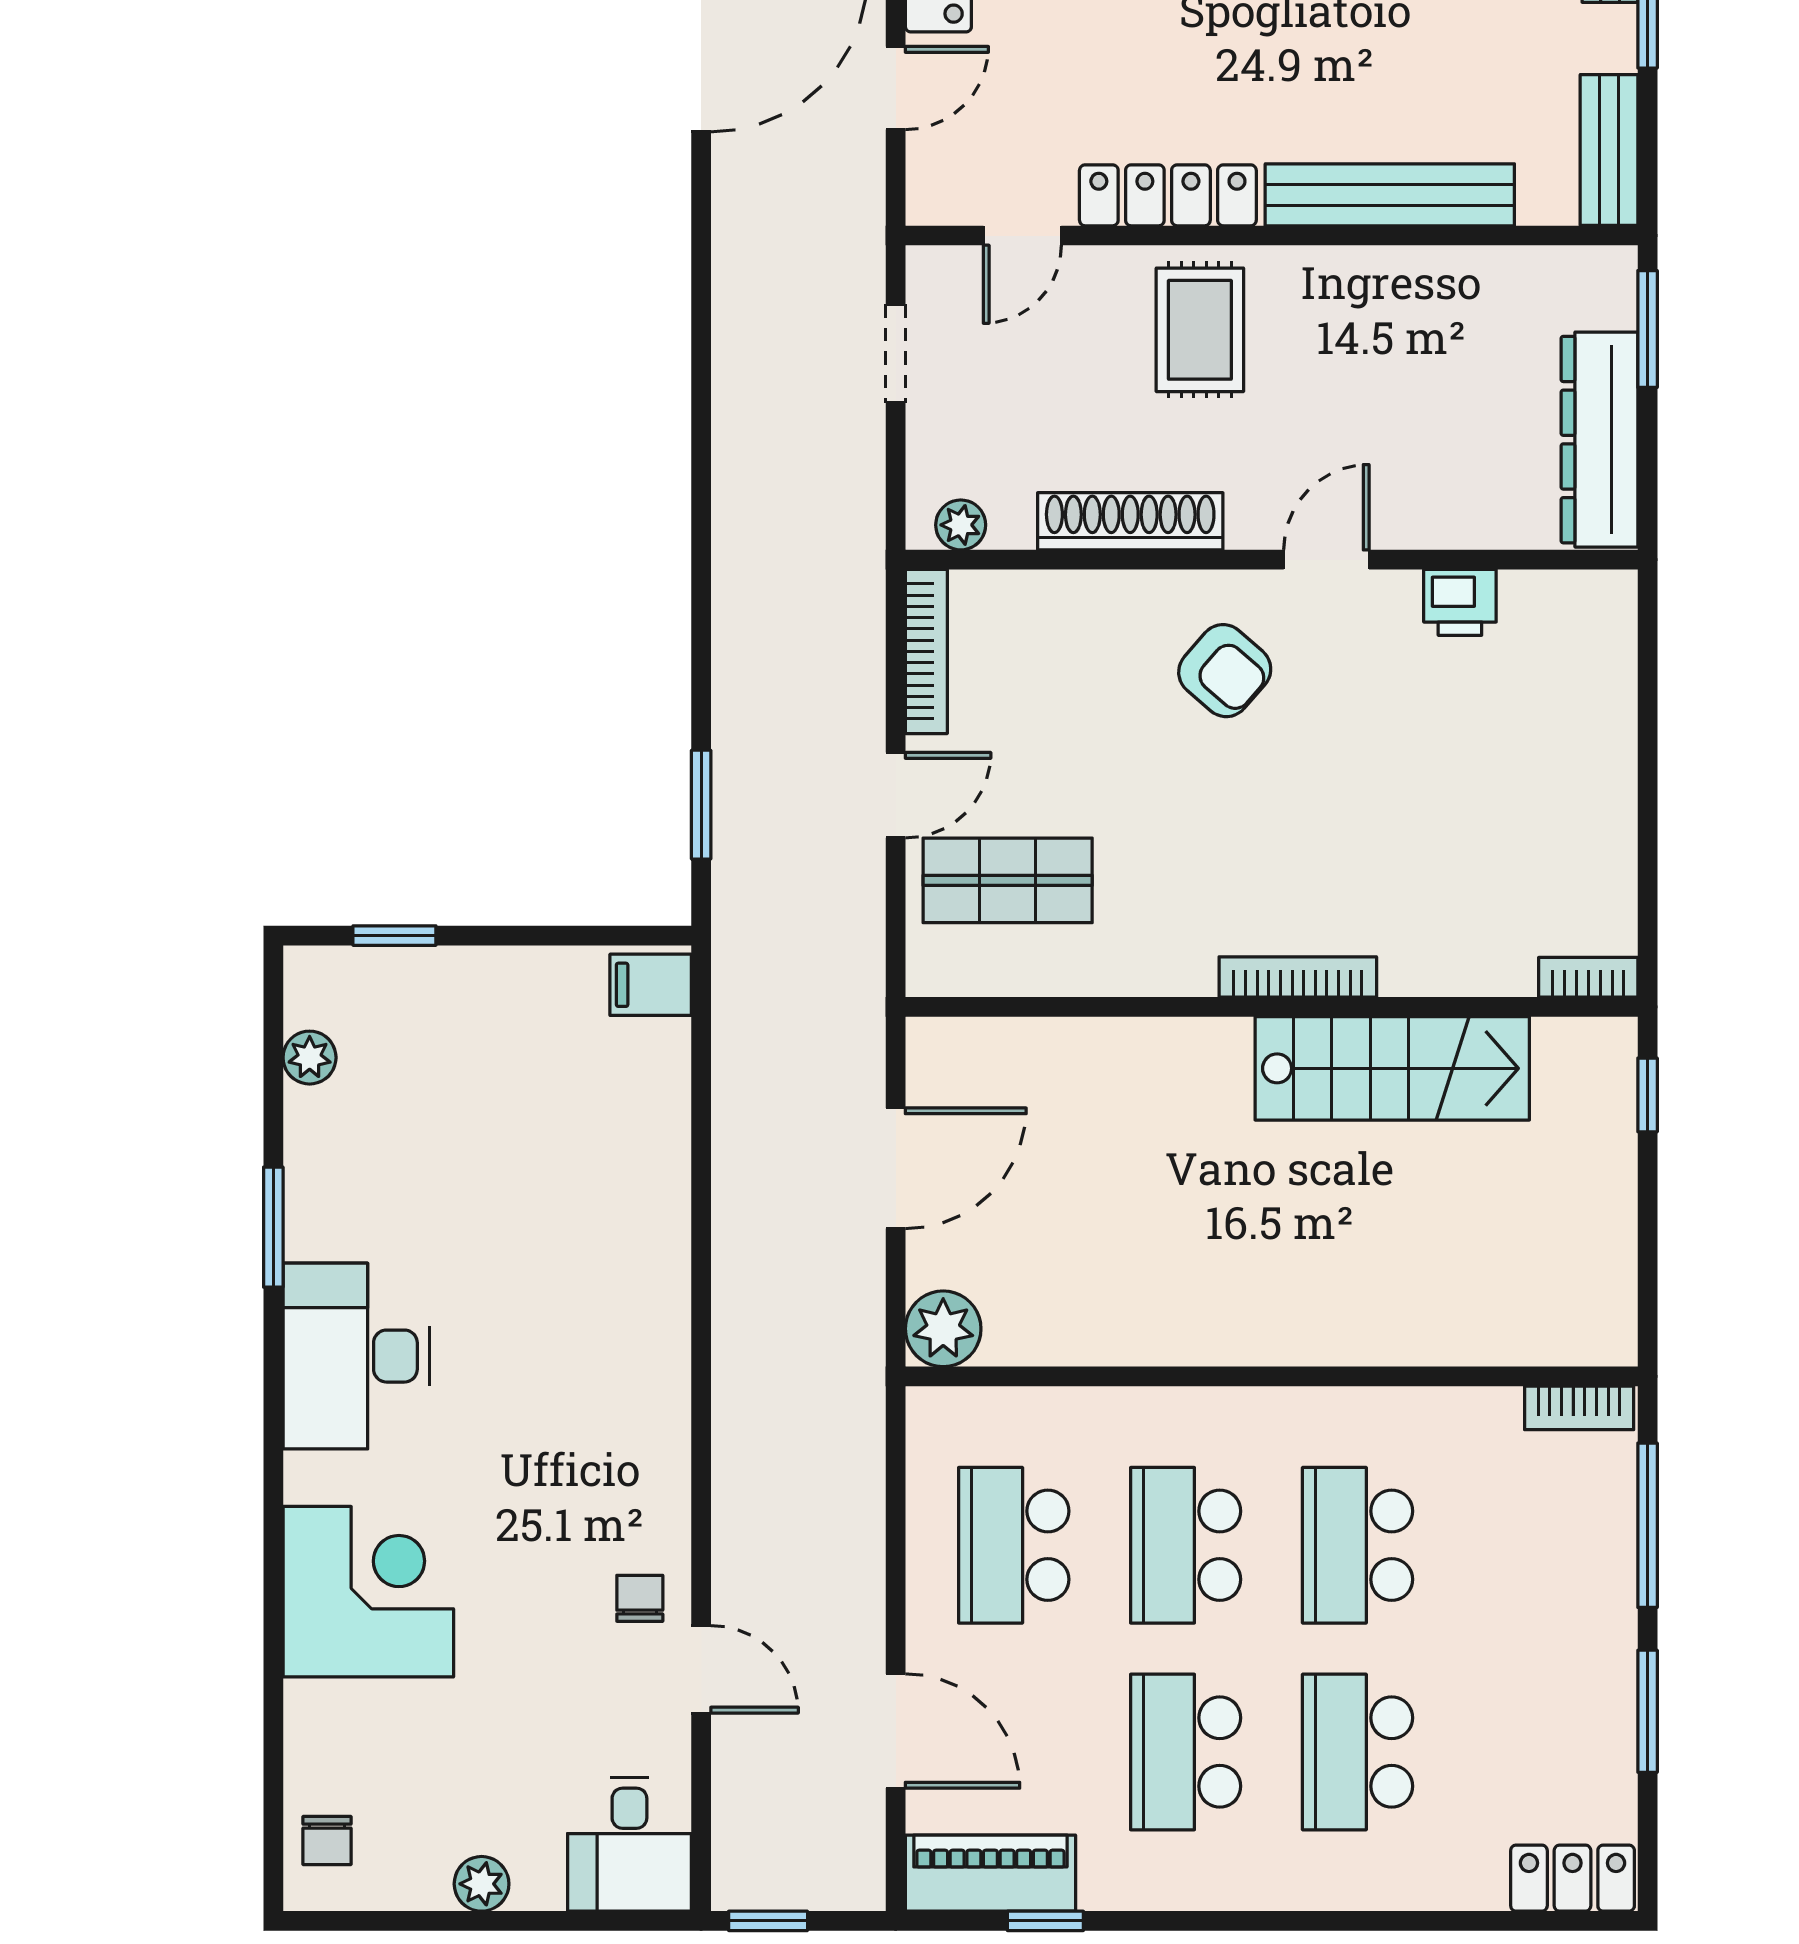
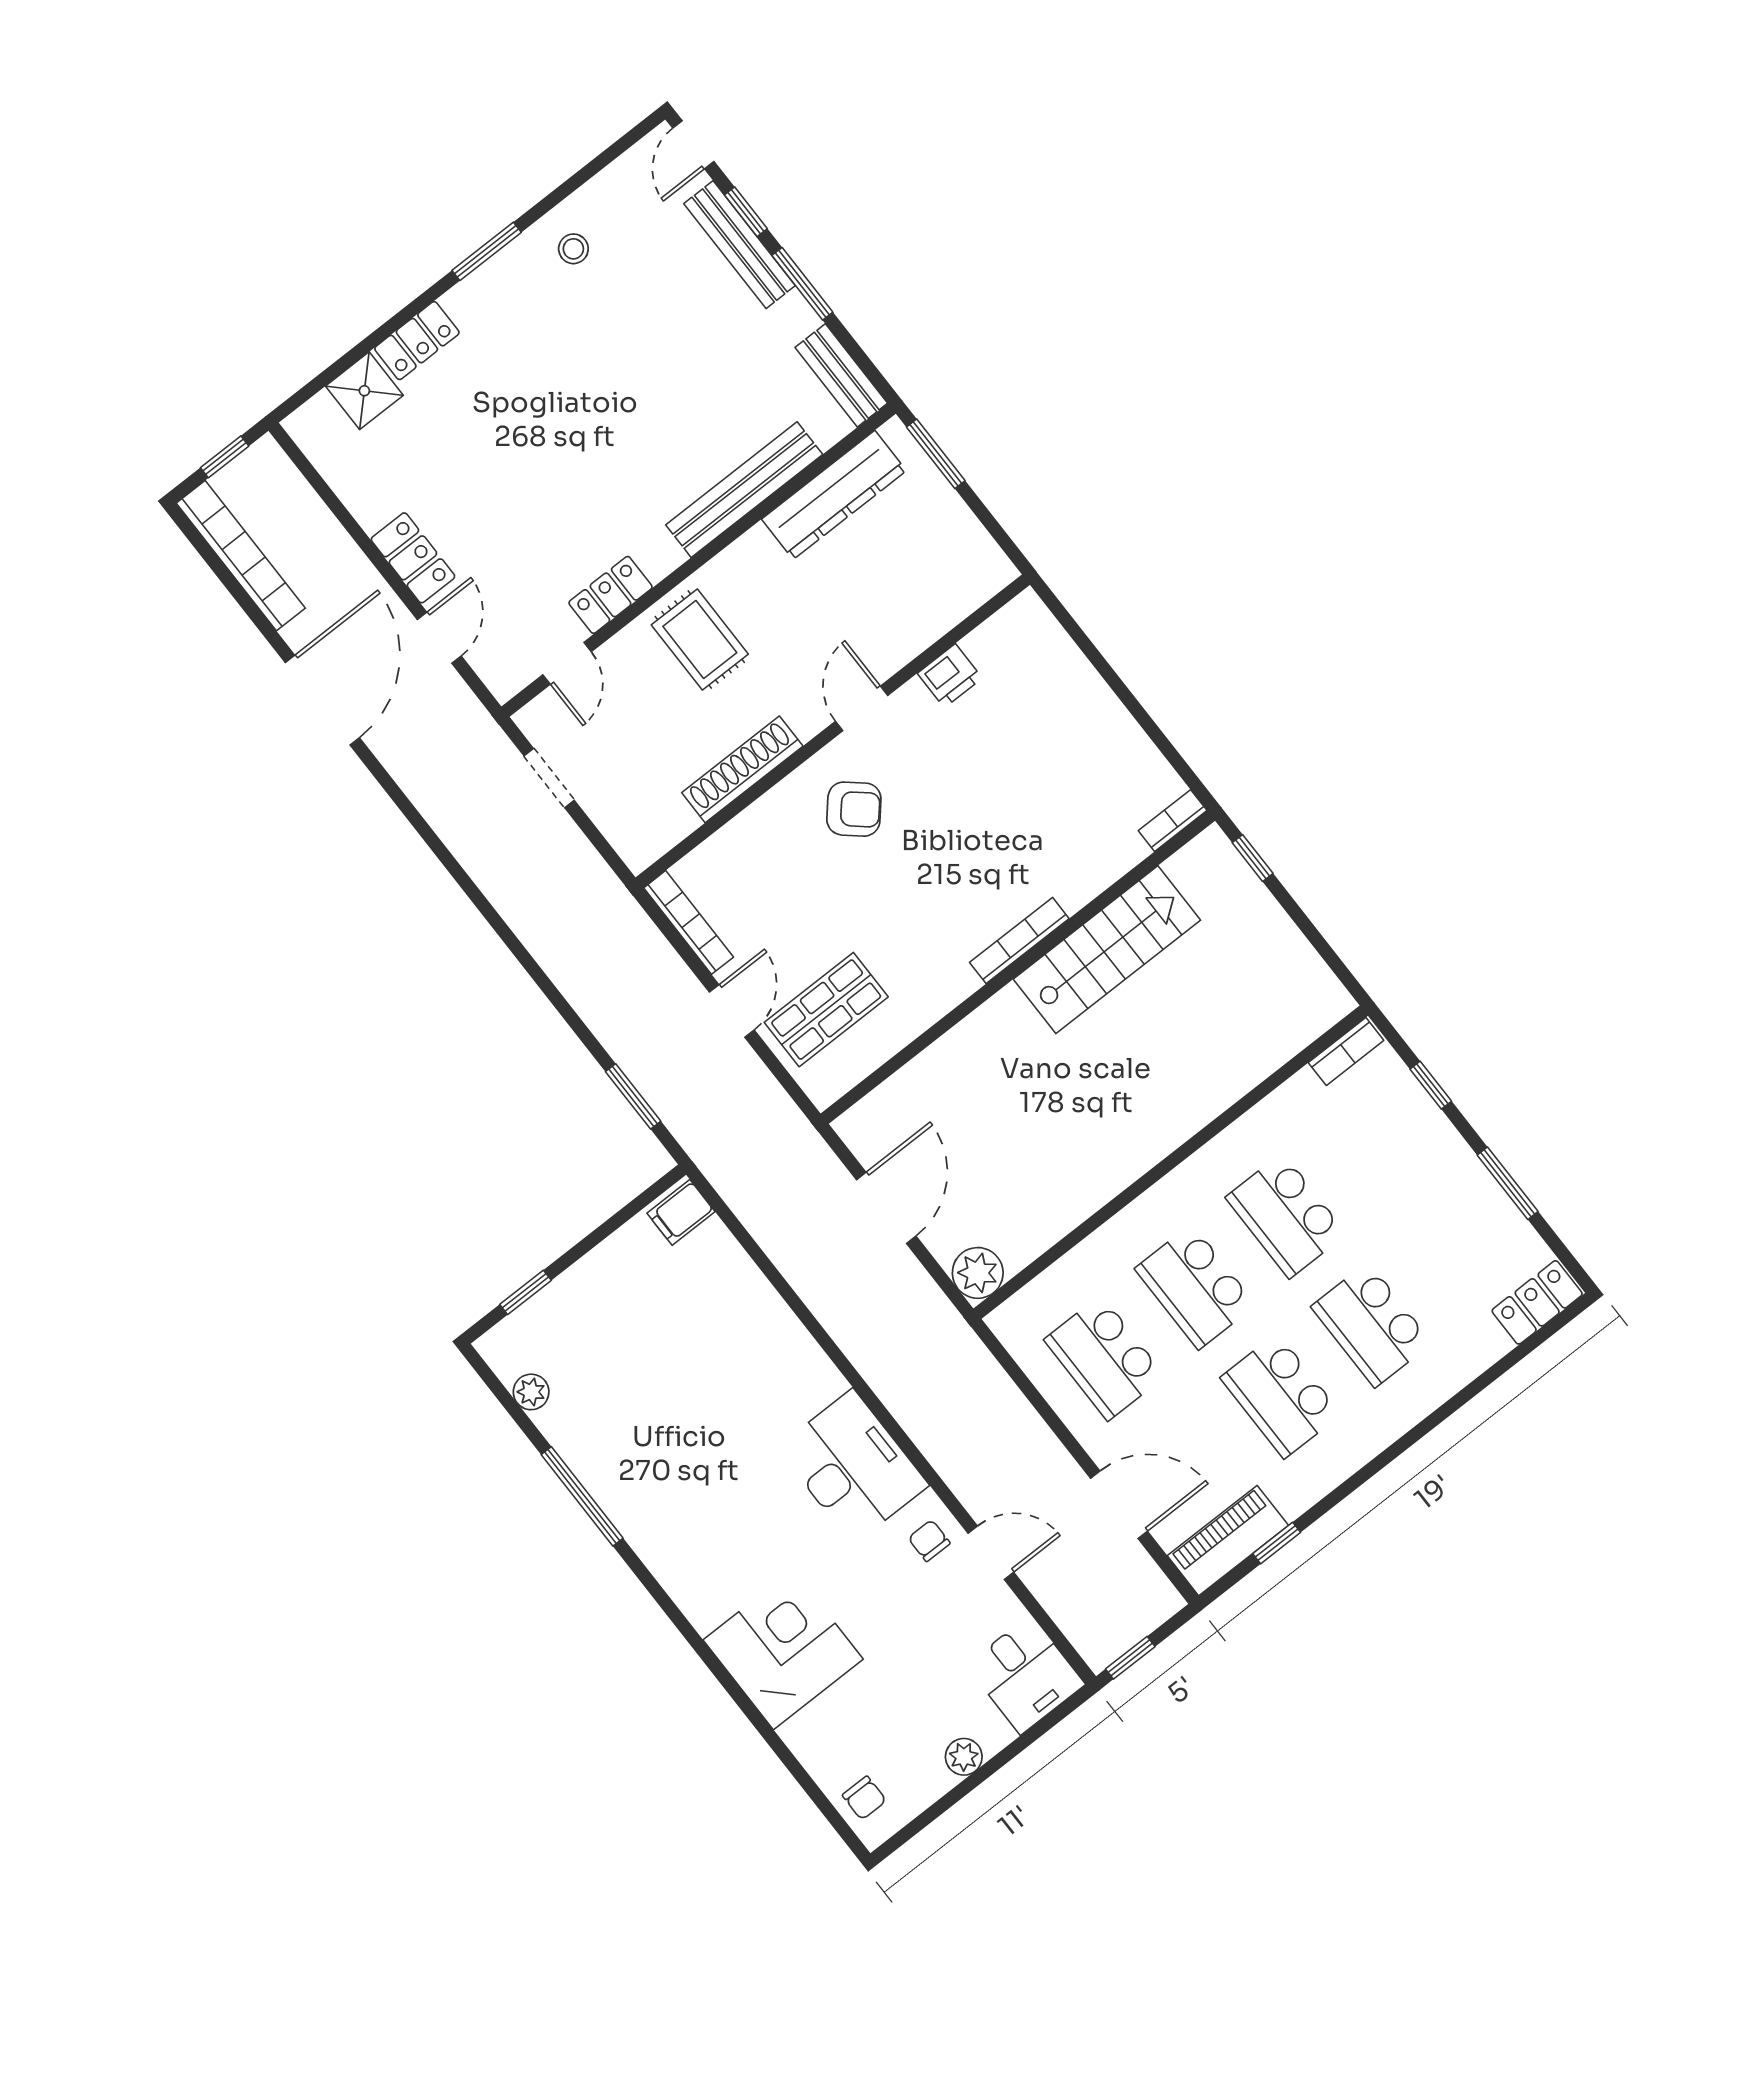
locker: (1168, 195) -> (611, 595), width x0.66
dresser: (1599, 440) -> (834, 495), moved, turned -90
plant: (961, 525) -> (654, 841), removed
window: (273, 1227) -> (582, 1496), width x1.44
desk: (356, 1356) -> (853, 1467), moved, turned 180
window: (1648, 1525) -> (1431, 1085), width x0.46

